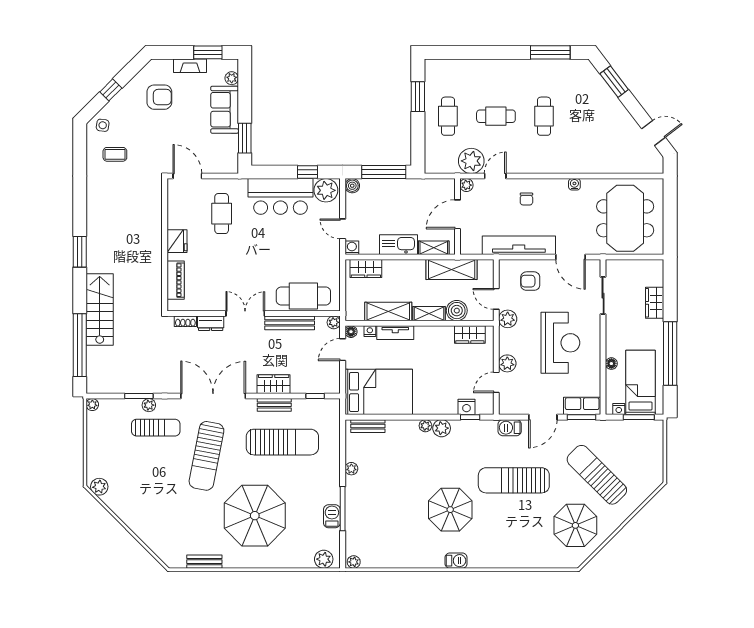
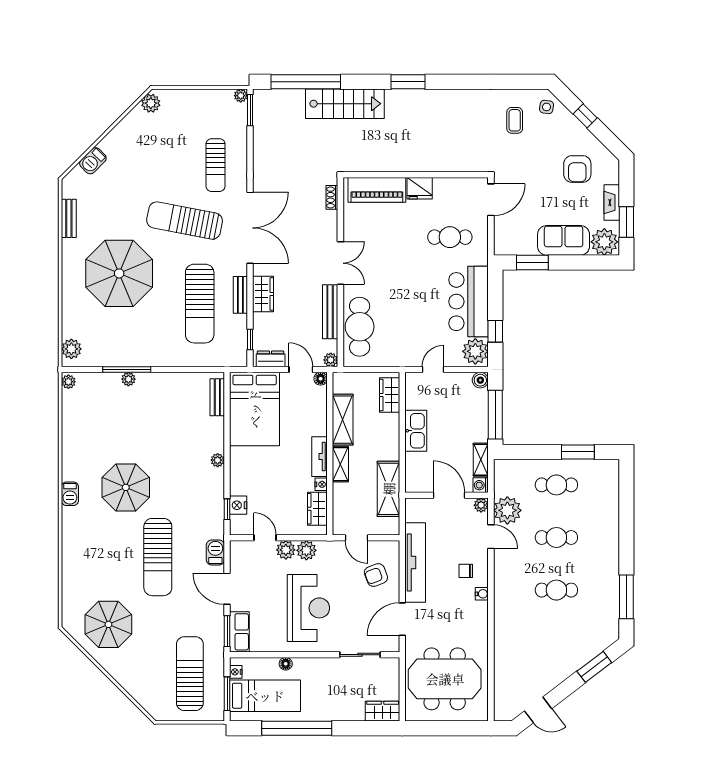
plant: (232, 78) -> (604, 242), width x1.87, depth x1.87
cafe table: (496, 116) -> (556, 537), turned 90
door: (653, 133) -> (538, 710), hinge flipped
water cooler: (574, 184) -> (482, 594), moved
washing machine: (352, 248) -> (481, 485), moved, turned 180
shelving: (434, 248) -> (481, 460), moved
piano: (176, 280) -> (377, 190), width x1.37, depth x1.33
armchair: (530, 281) -> (376, 575), turned -111
door: (496, 299) -> (356, 538), swing flipped
wardrobe: (655, 303) -> (383, 711), moved
boiler: (457, 311) -> (344, 495), removed
plant: (508, 319) -> (306, 550), moved
dresser: (211, 323) -> (271, 359), moved, turned 90
nightstand: (370, 331) -> (321, 484), moved
tv unit: (395, 333) -> (319, 457), moved
reception desk: (560, 343) -> (308, 608), turned -90
window: (139, 396) -> (250, 110), moved
plant: (149, 405) -> (240, 157), removed
plant: (442, 428) -> (215, 478), removed
plant: (351, 469) -> (128, 379), moved
sun lounger: (597, 475) -> (190, 674), moved, turned -45
sun lounger: (514, 480) -> (158, 557), turned 180
barbecue: (332, 516) -> (93, 161), moved, turned 135

